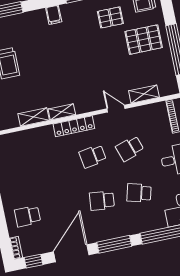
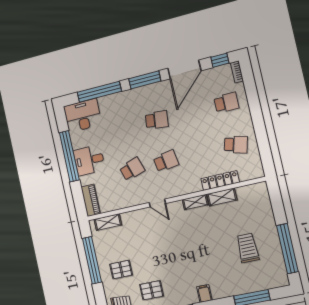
pallet: (144, 40) -> (121, 270), width x0.67, depth x0.71
shelving: (144, 94) -> (108, 222), moved
door: (116, 109) -> (157, 203), moved
locker: (74, 126) -> (220, 181), moved
school desk: (139, 193) -> (236, 145), moved

